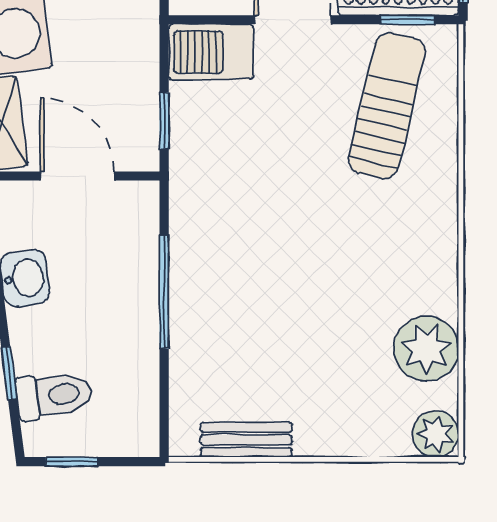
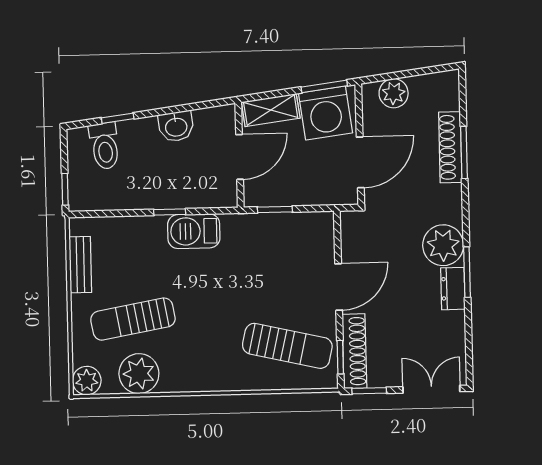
barbecue: (211, 52) -> (194, 231), moved, turned -90
window: (164, 292) -> (170, 212), width x0.46
sun lounger: (337, 356) -> (133, 319), added
window: (72, 462) -> (65, 189), moved

